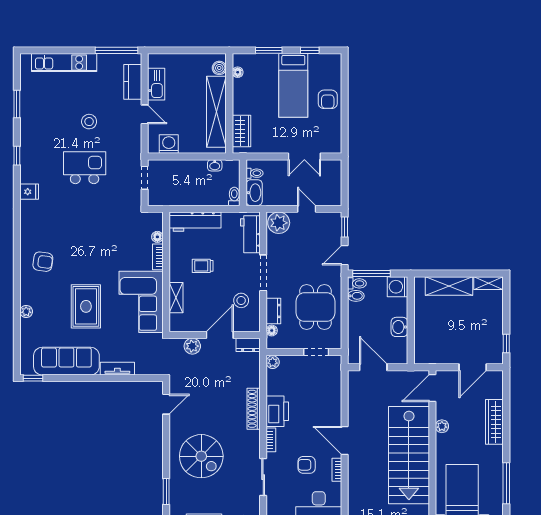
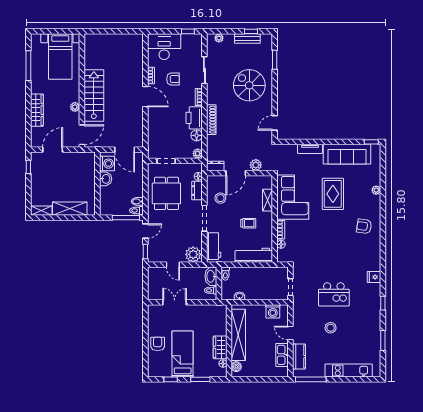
wardrobe: (241, 131) -> (220, 347), moved
washing machine: (398, 287) -> (107, 164), moved
floor lamp: (274, 387) -> (197, 135), added
stairs: (409, 455) -> (94, 95), width x0.73, depth x0.66

